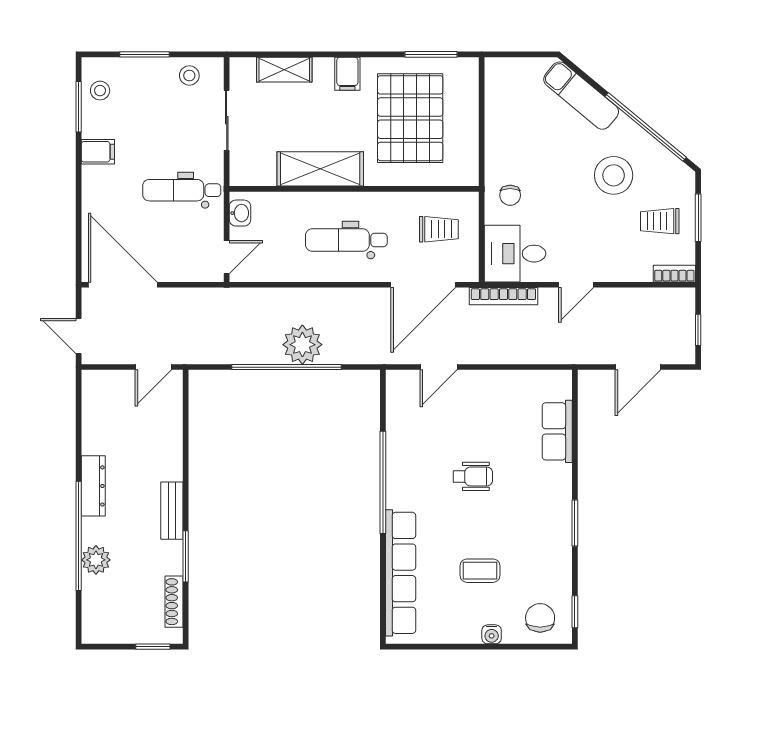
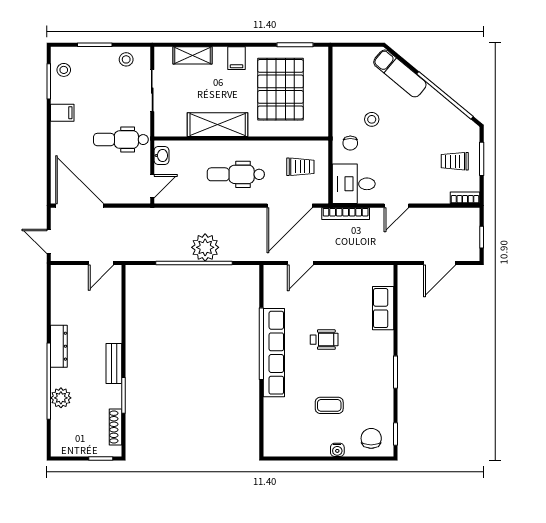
stool: (614, 175) -> (372, 119), moved, width x0.53, depth x0.53
row of seats: (401, 573) -> (274, 353), moved

